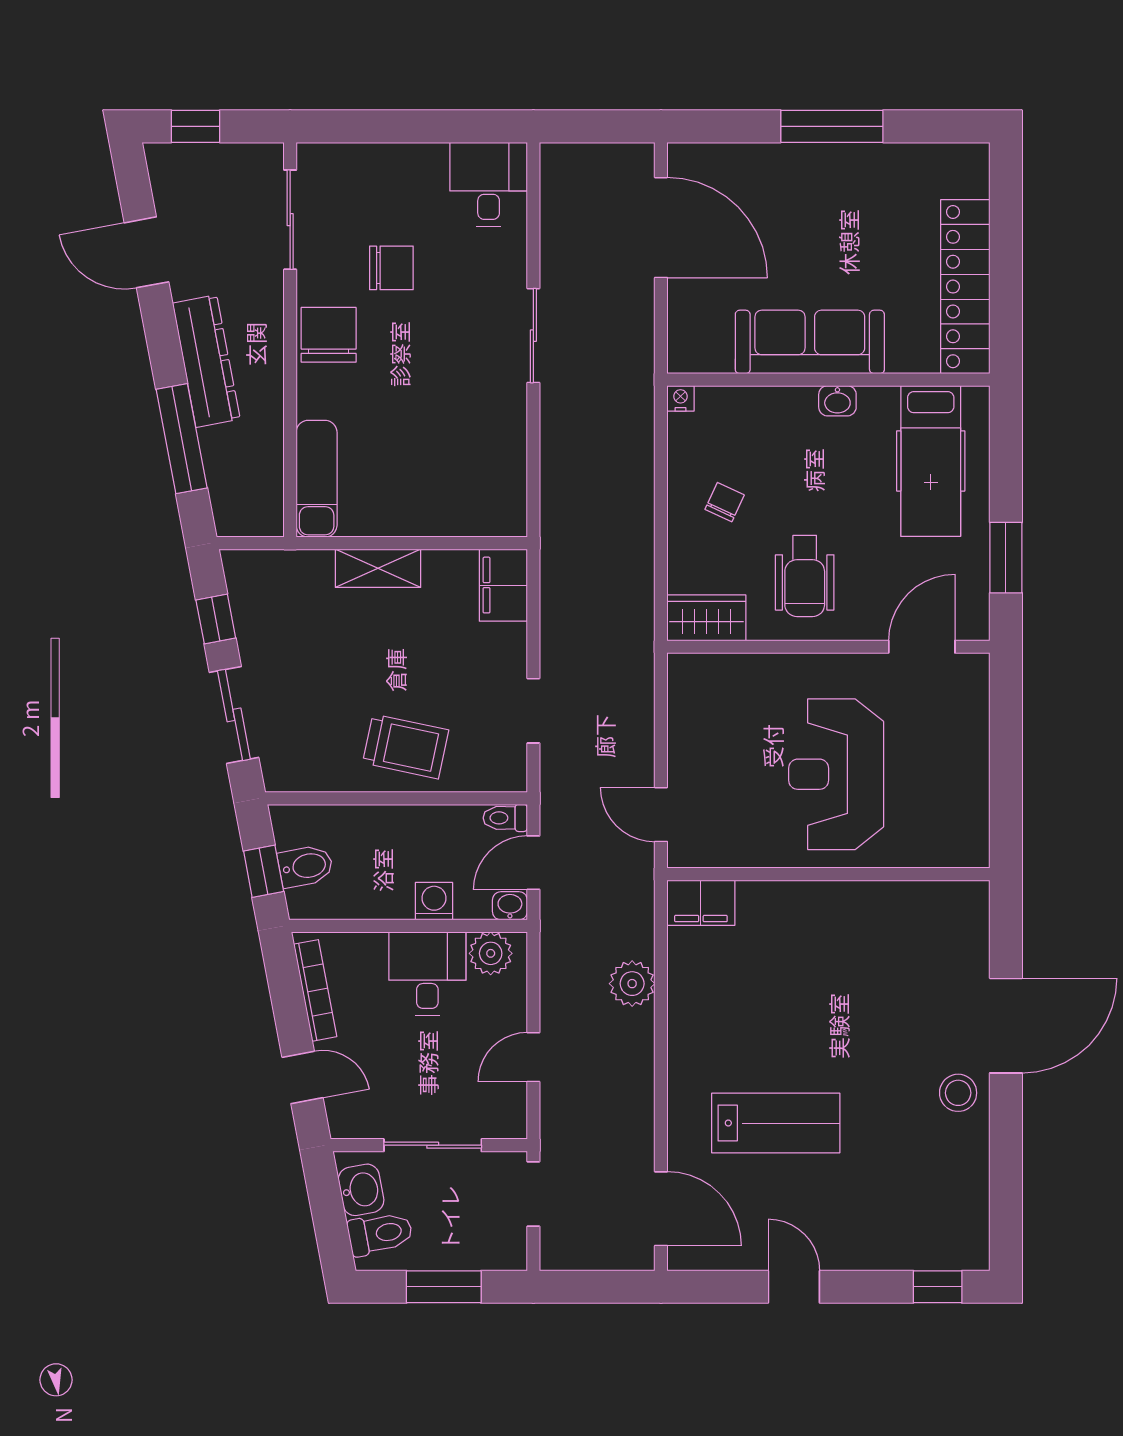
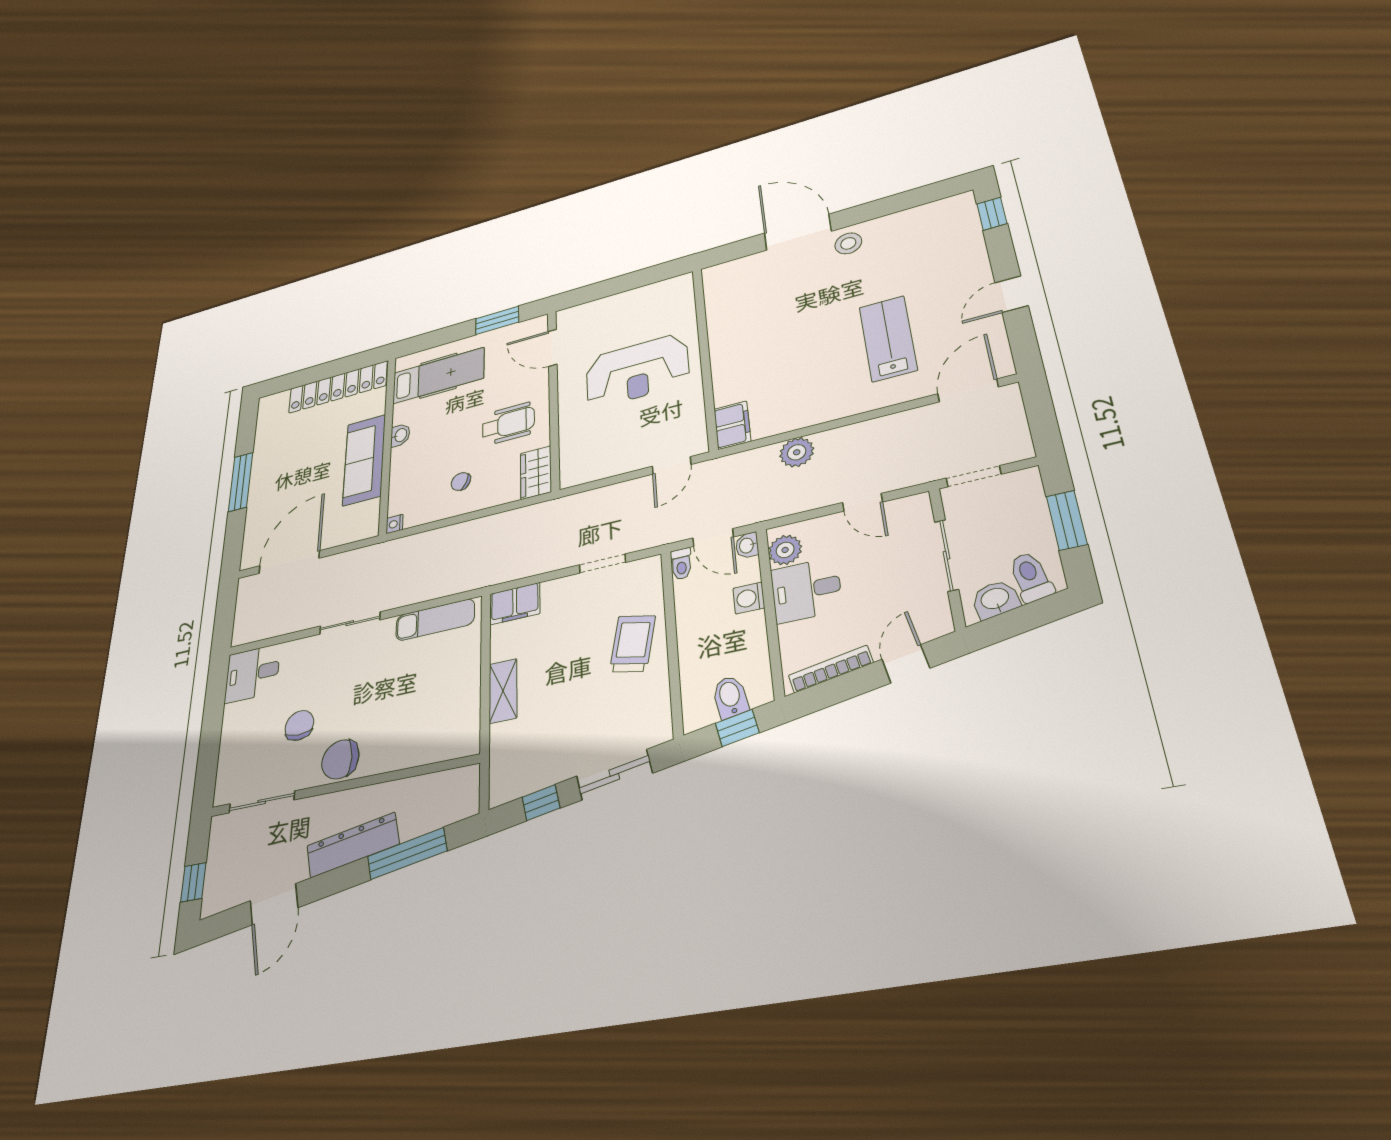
exam couch: (317, 479) -> (435, 620), moved, turned 180

